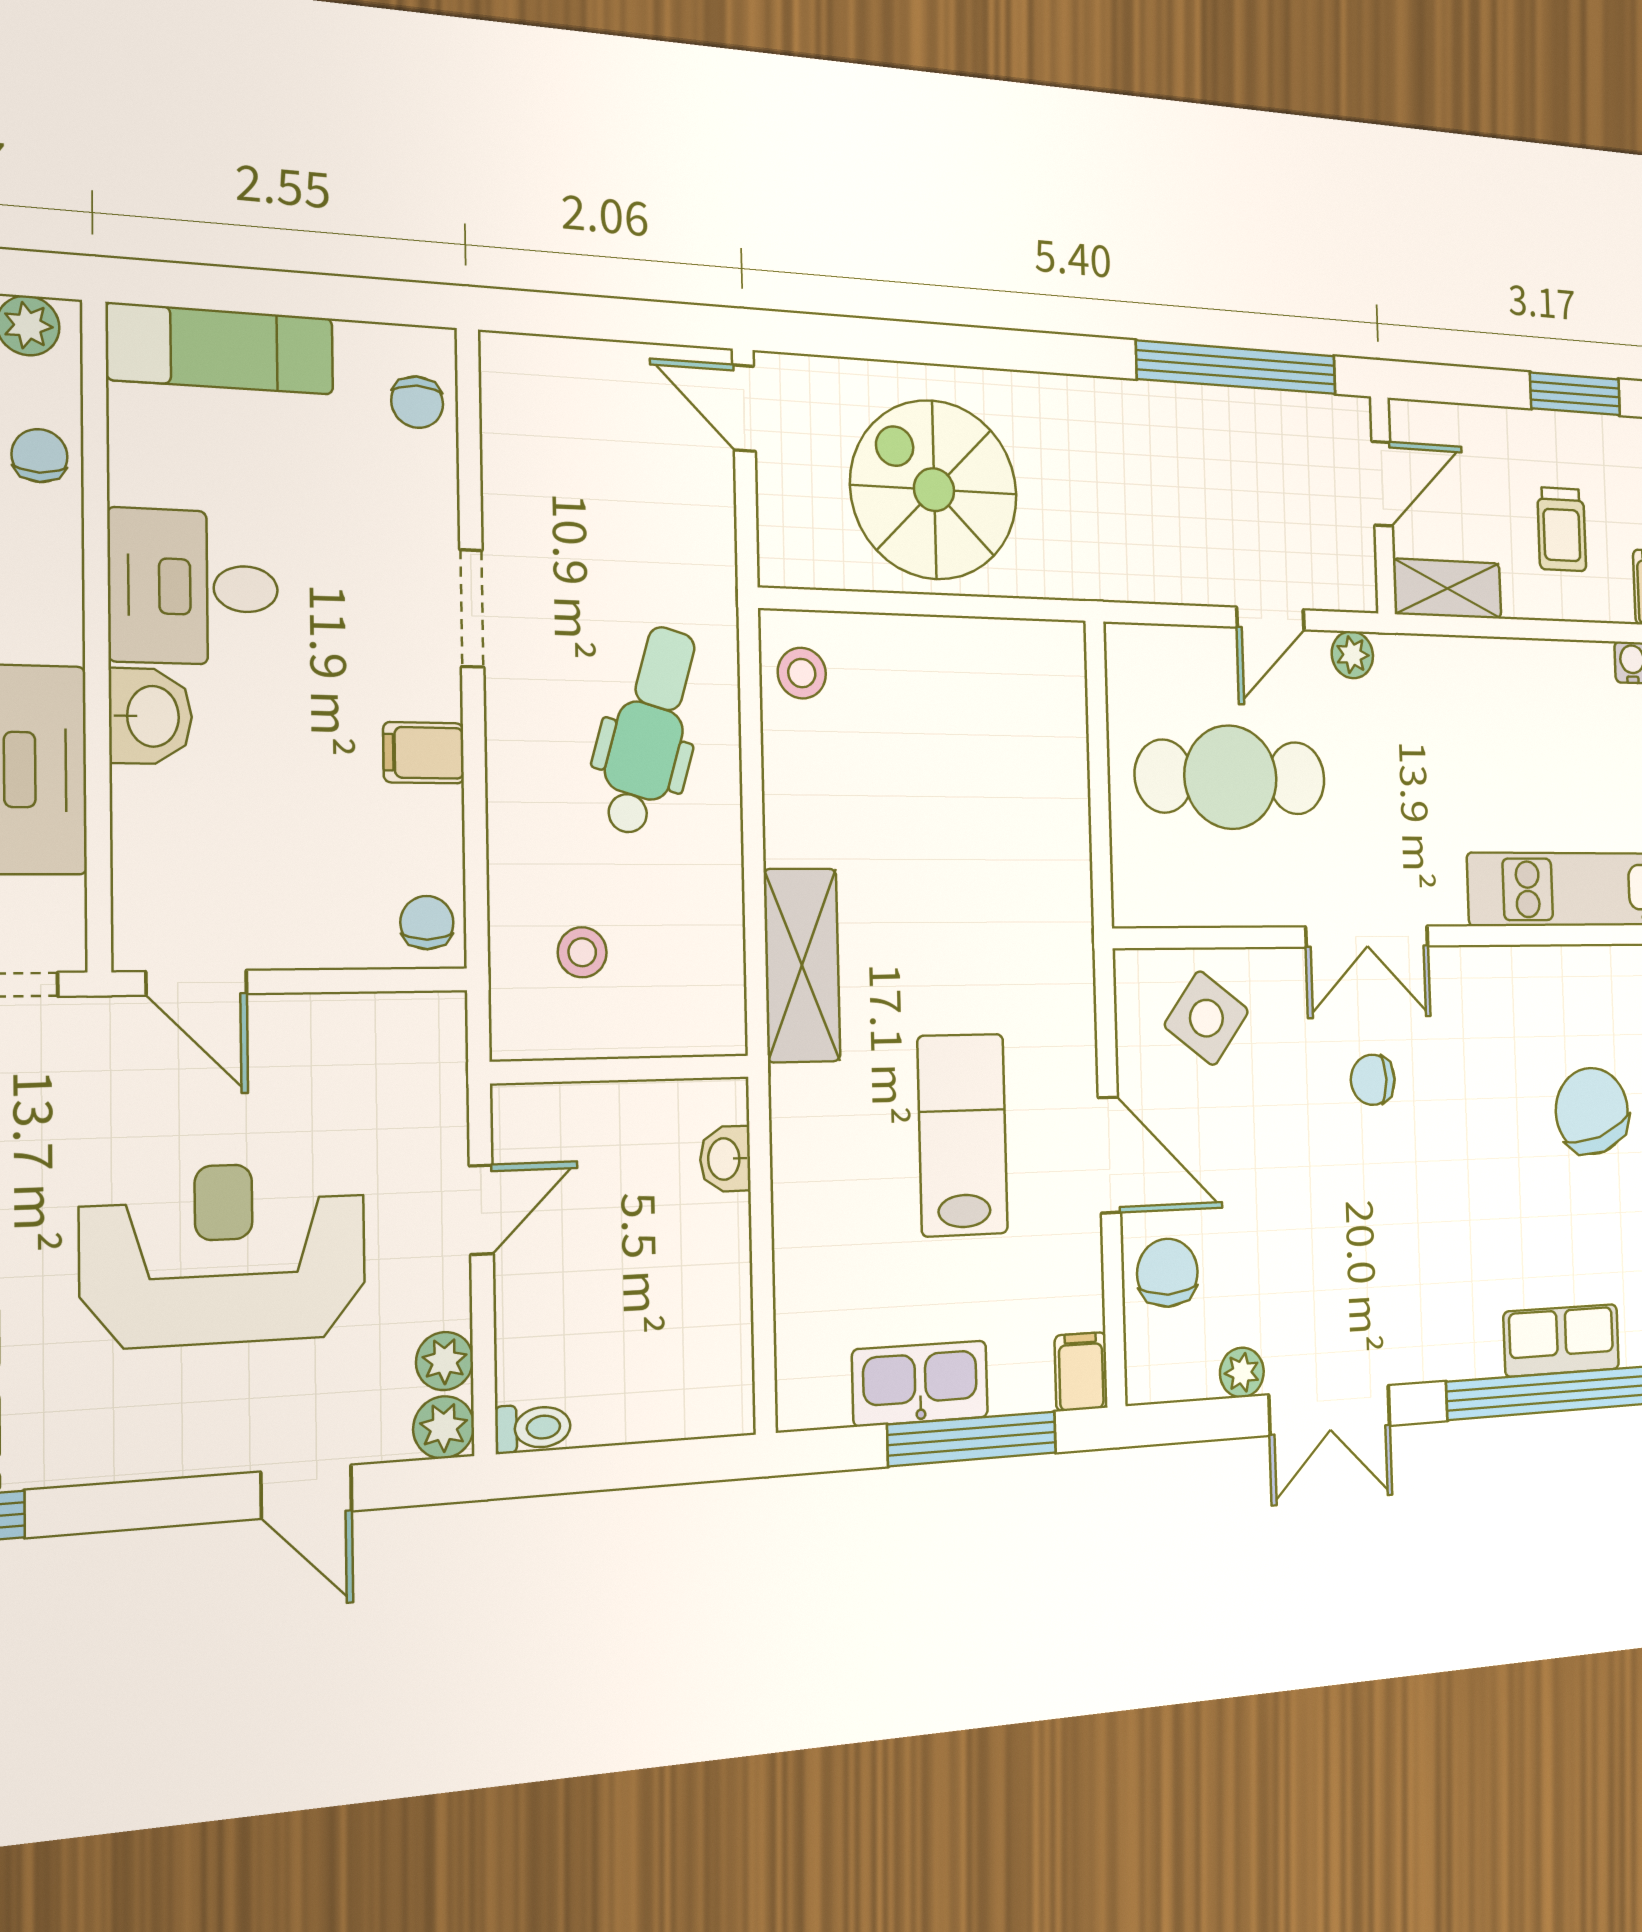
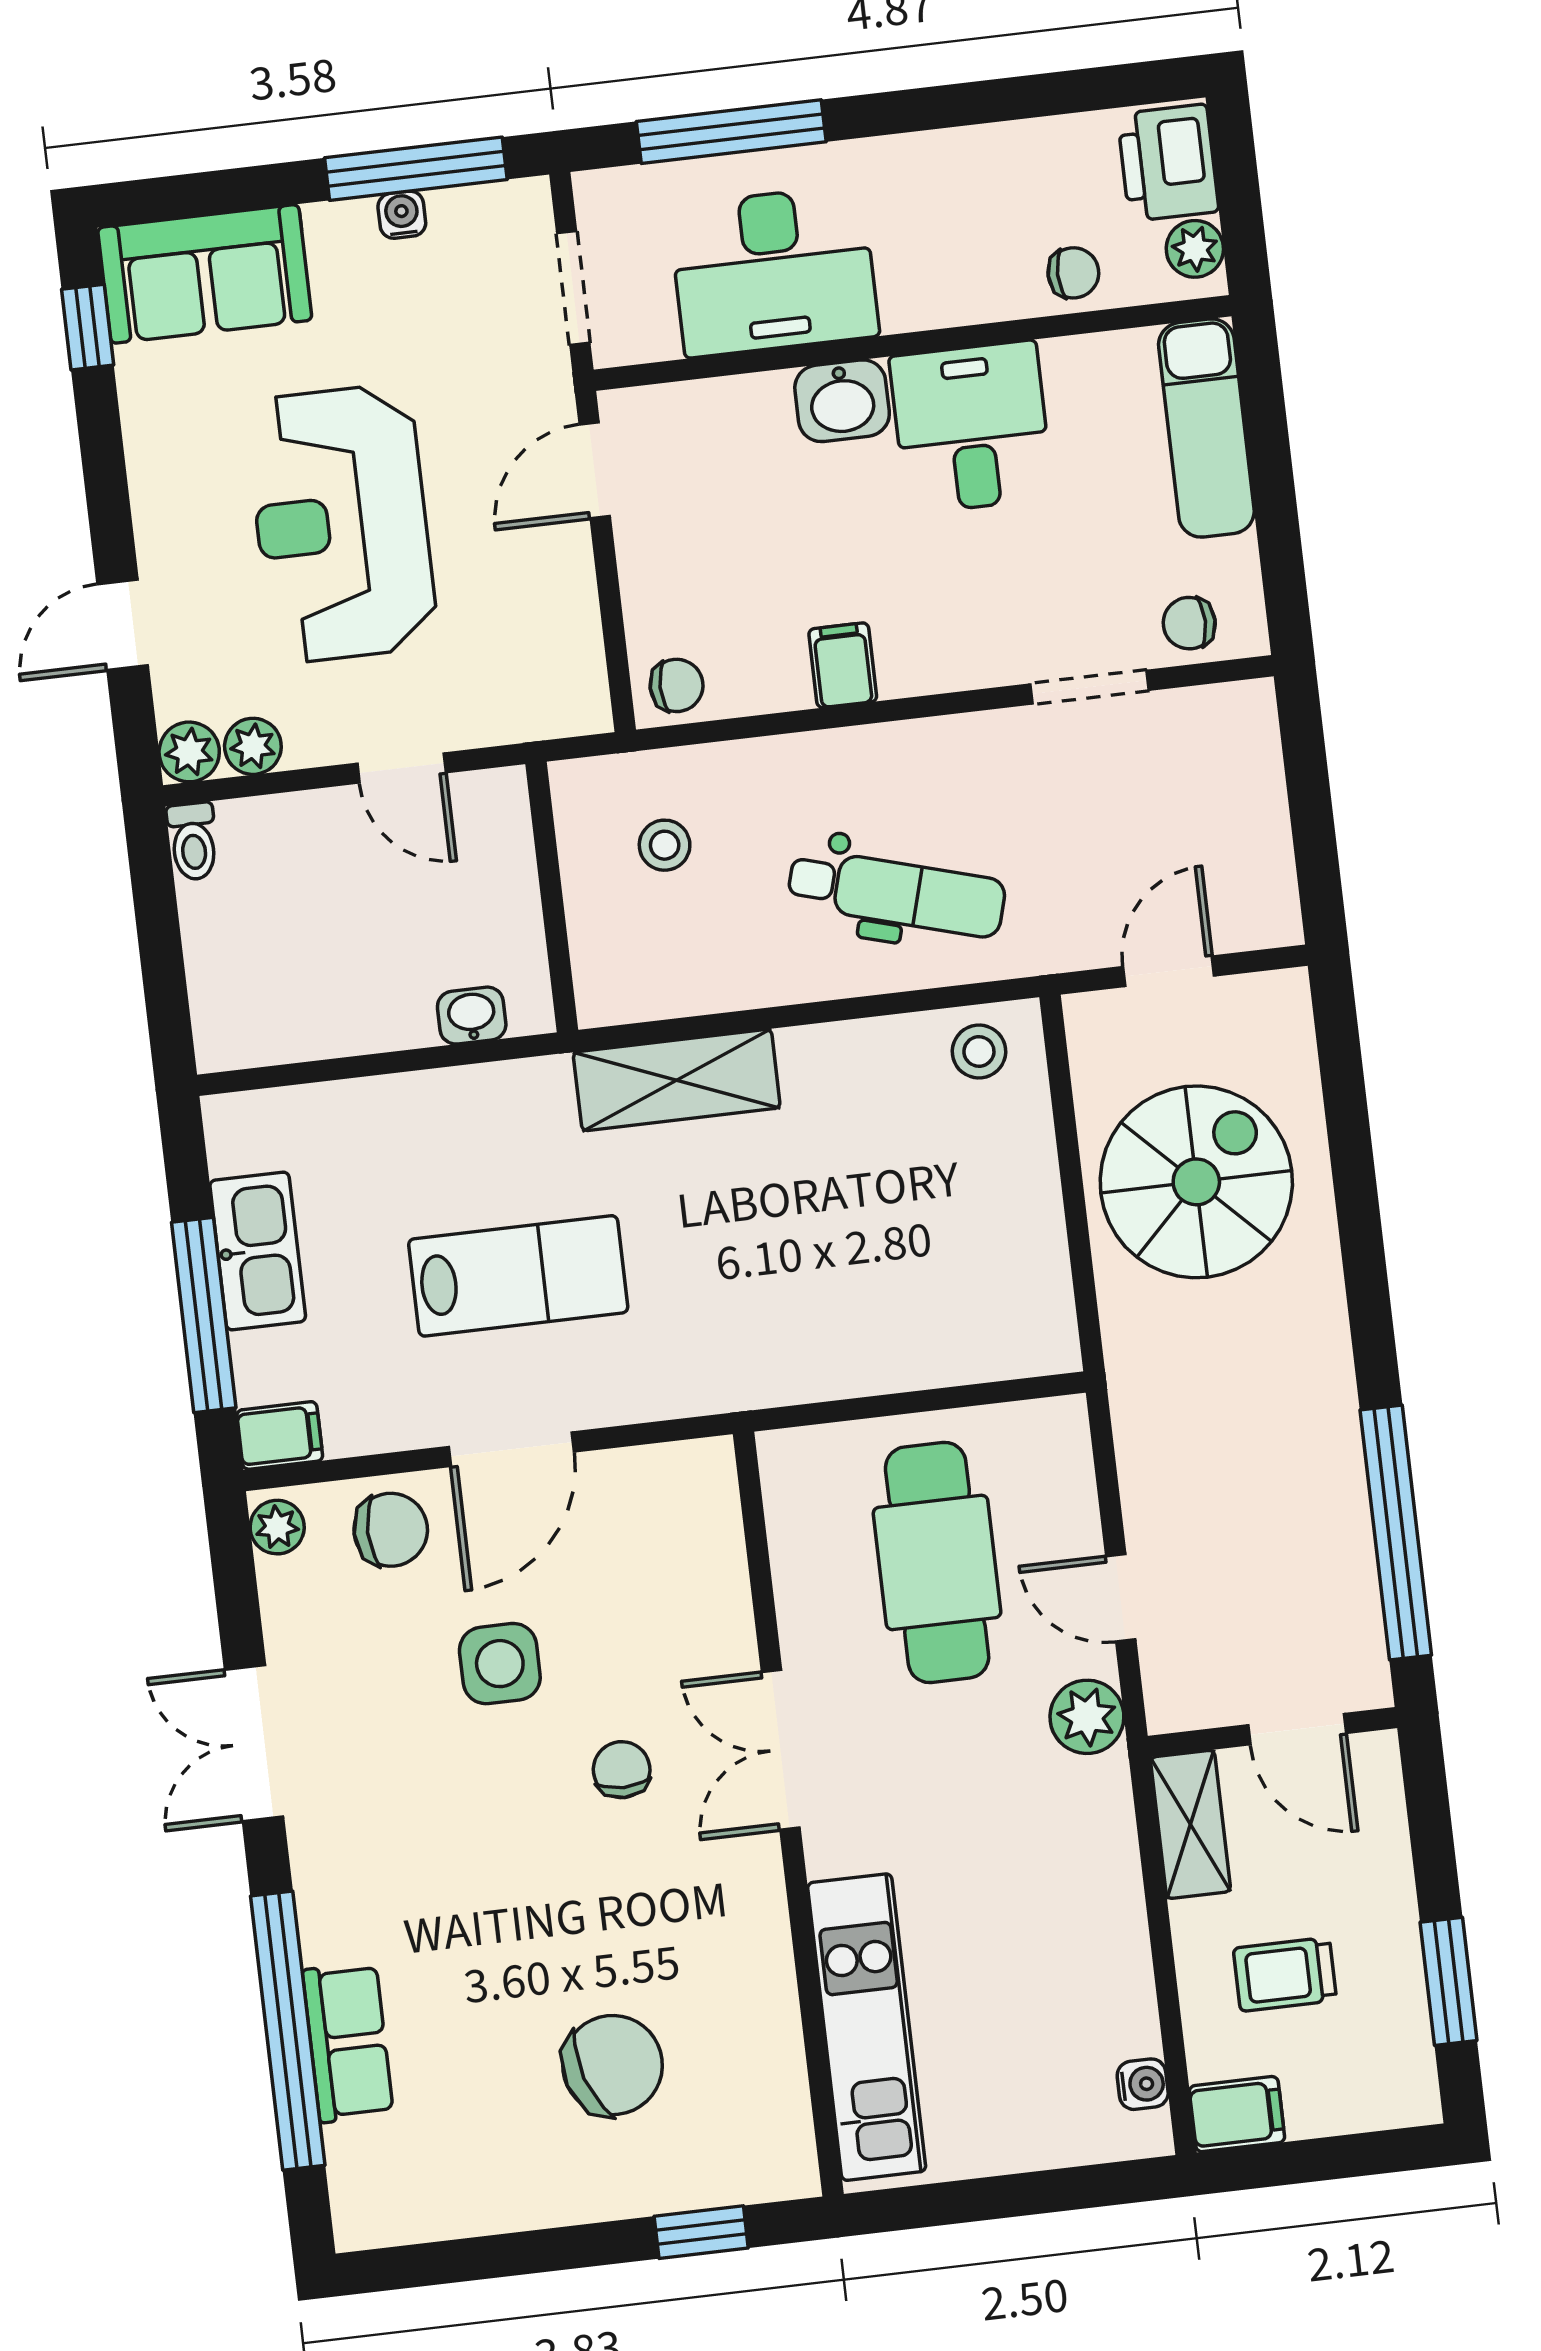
door: (744, 408) -> (1169, 971), moved
doorway: (472, 608) -> (1090, 687), moved
plant: (1352, 655) -> (1087, 1717), width x1.38, depth x1.38
side table: (1206, 1018) -> (500, 1664), moved, turned -37
reception desk: (224, 1254) -> (341, 524), turned 180
plant: (1242, 1372) -> (277, 1527), moved

